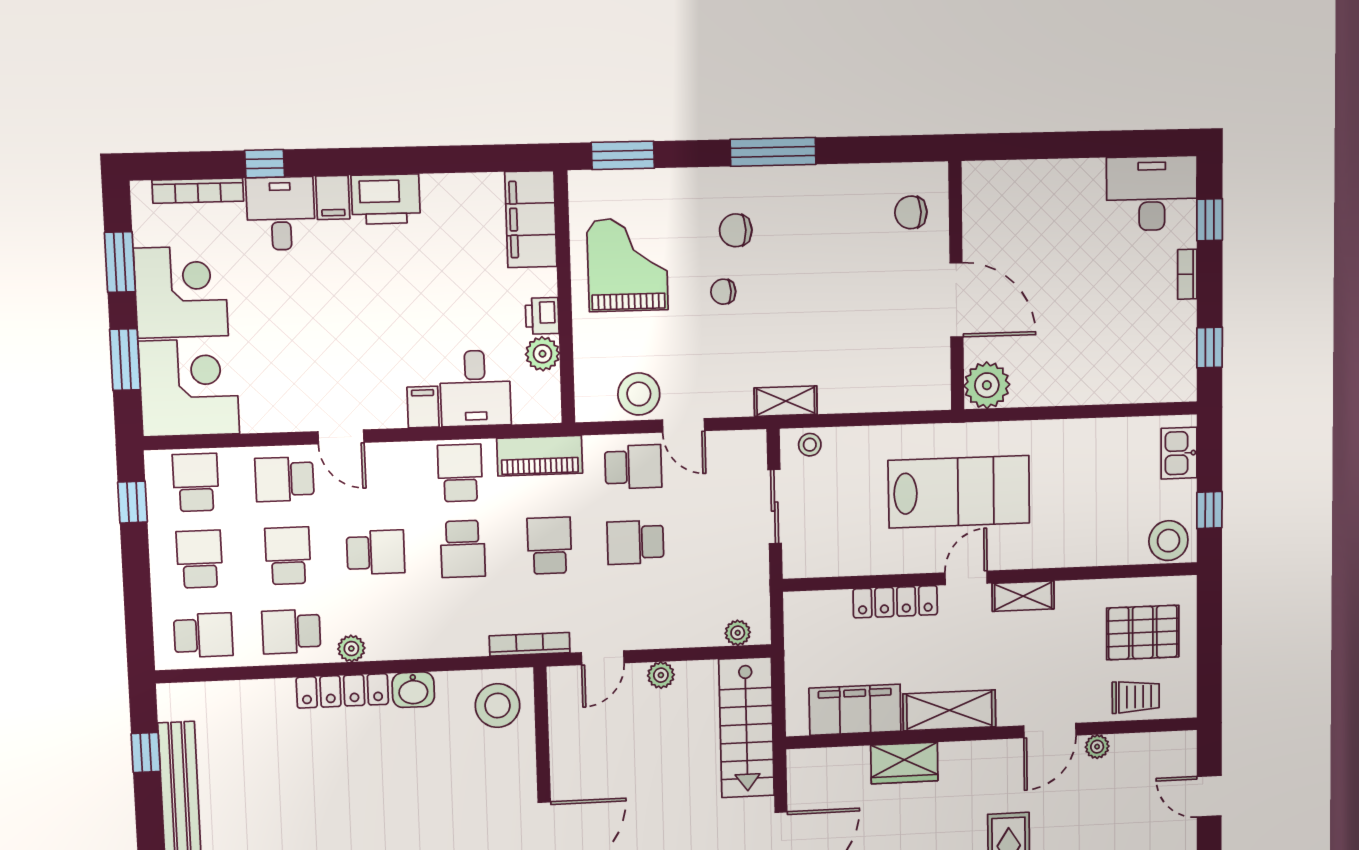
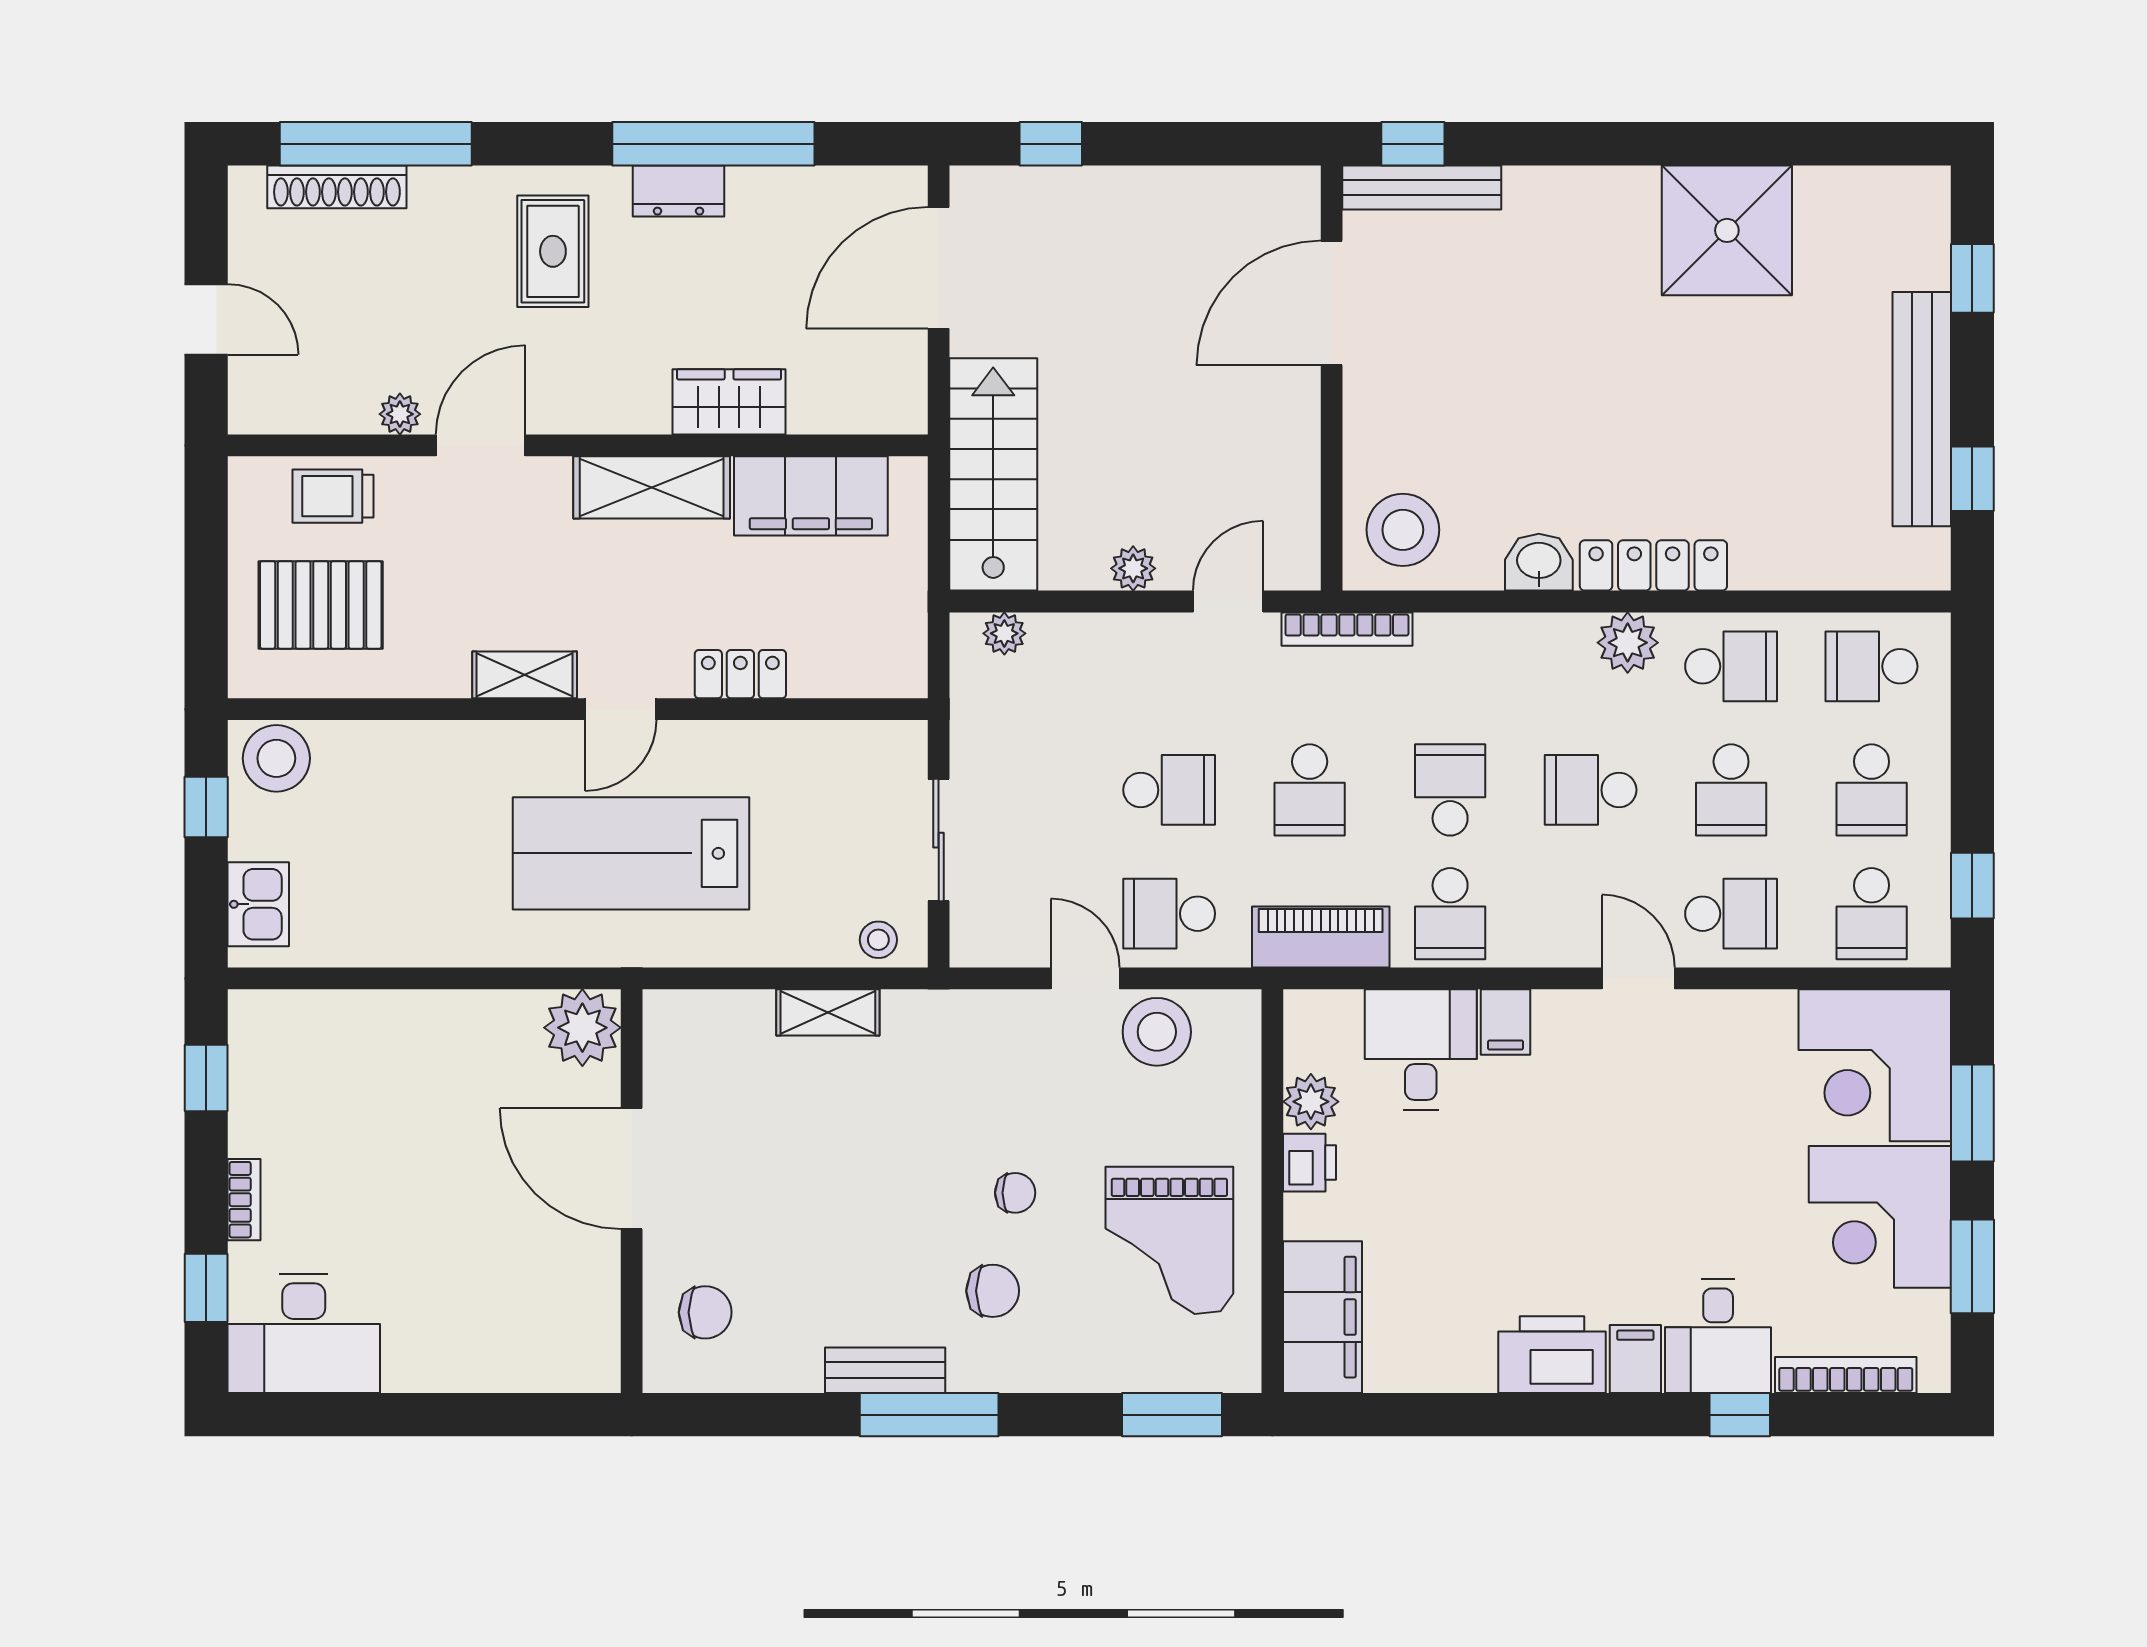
bench: (801, 179) -> (885, 1370), added
shelving: (786, 401) -> (828, 1012), moved
locker: (895, 602) -> (740, 674), width x0.66
plant: (351, 649) -> (1628, 643), width x1.38, depth x1.38

